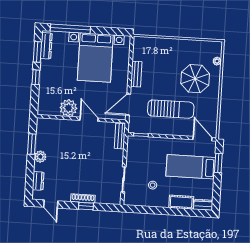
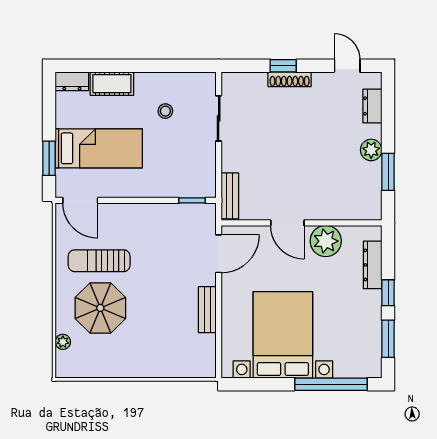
dresser: (46, 46) -> (373, 265), moved
sun lounger: (171, 109) -> (99, 261), moved, width x0.73, depth x0.75

